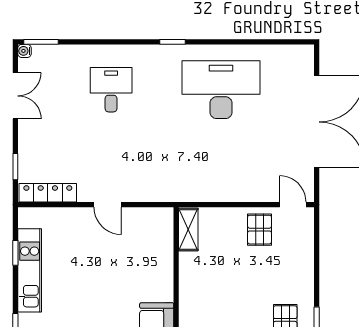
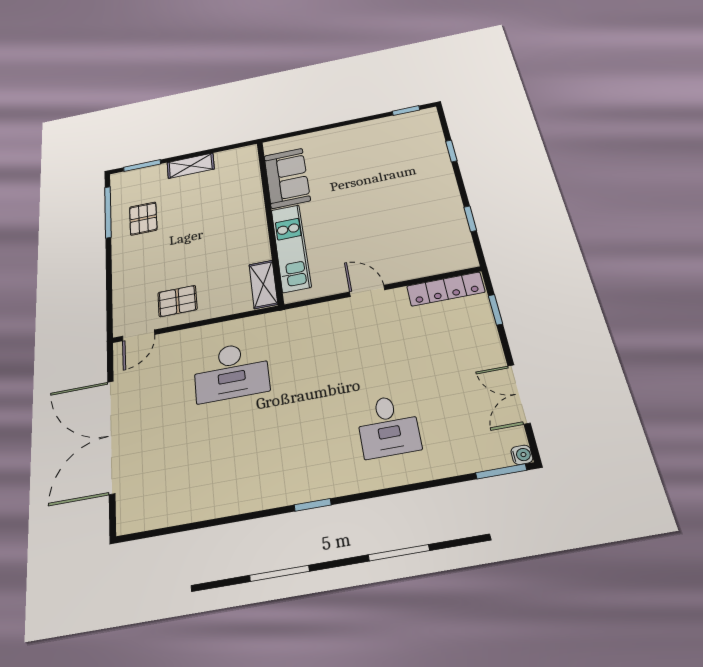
desk: (221, 90) -> (231, 372), moved, width x0.73, depth x0.77
door: (293, 205) -> (139, 335), hinge flipped
pallet: (259, 230) -> (177, 301), turned 90
kitchen unit: (30, 270) -> (291, 248), moved, turned 180

